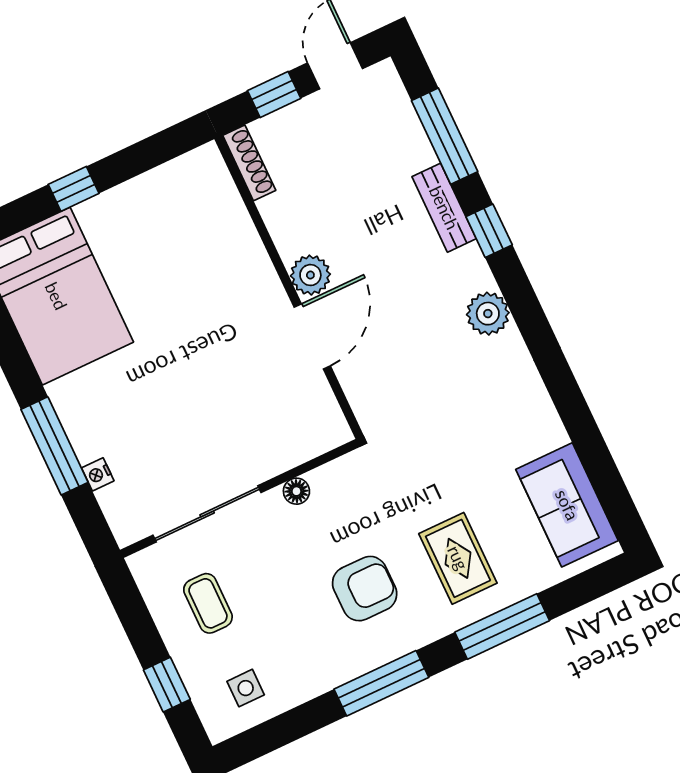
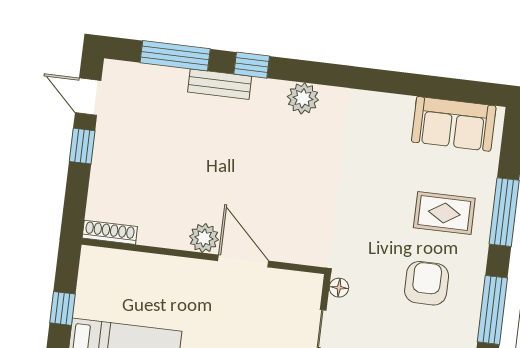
shoe rack: (249, 163) -> (110, 232), moved
plant: (310, 275) -> (204, 238), moved
wall: (289, 287) -> (203, 256), moved
door: (312, 336) -> (243, 261), moved

